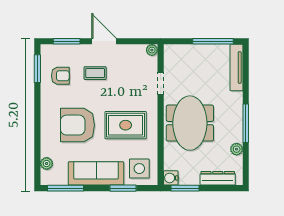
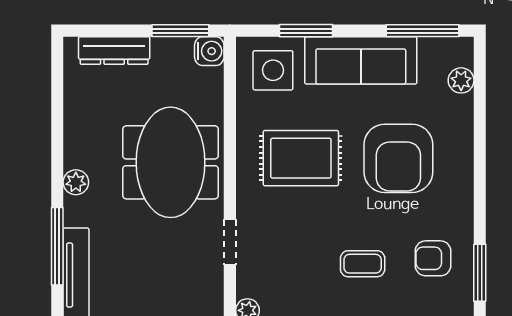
window: (246, 123) -> (57, 246), moved
armchair: (77, 125) -> (398, 158), turned 90
plant: (237, 149) -> (76, 182), moved

